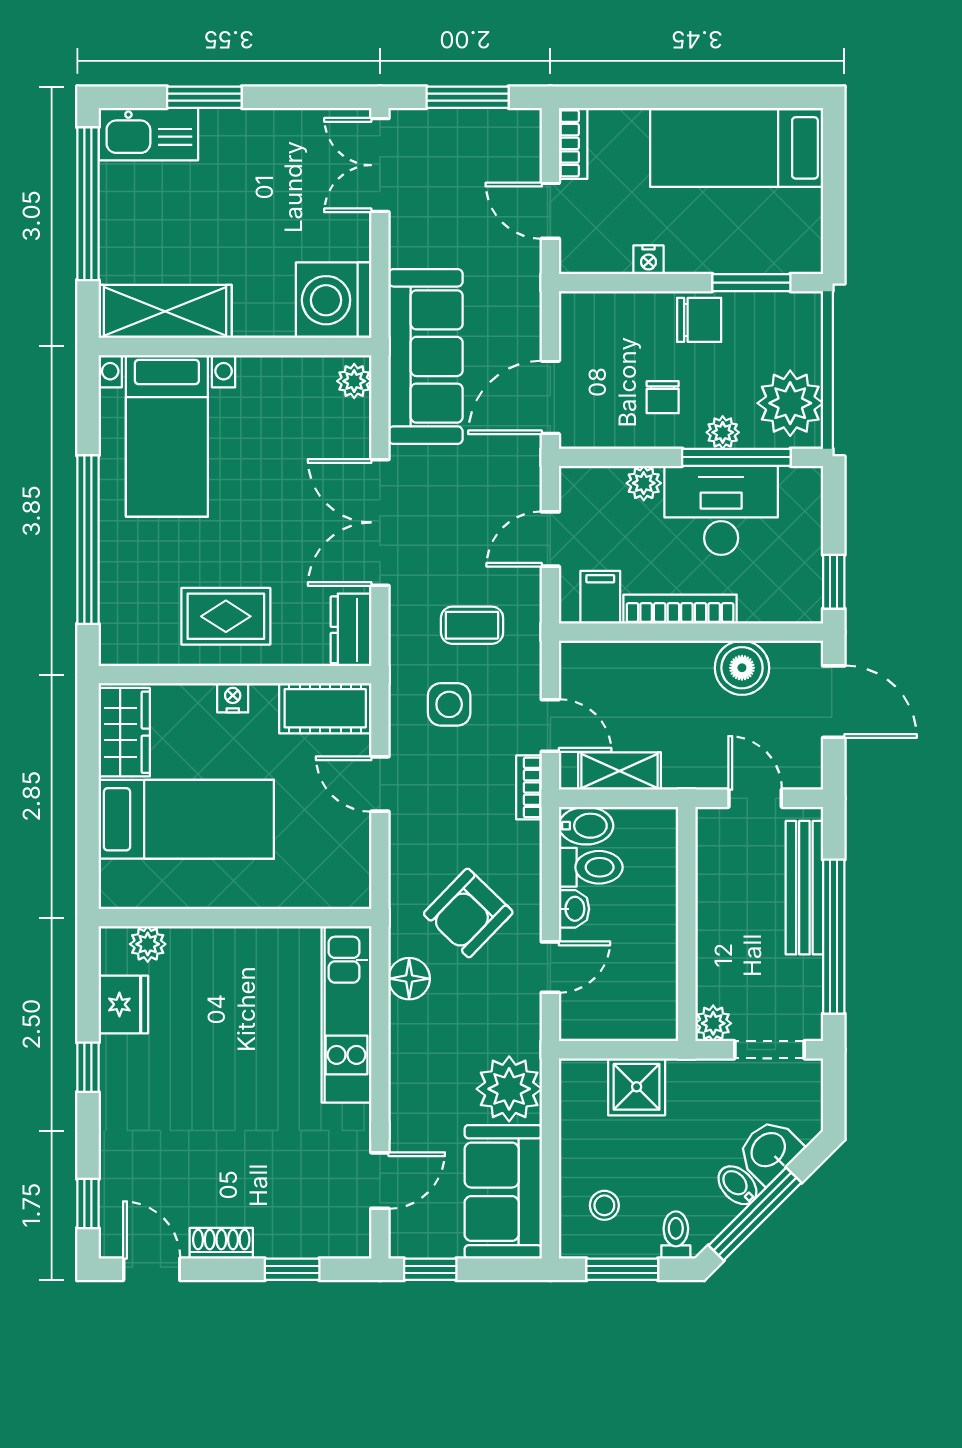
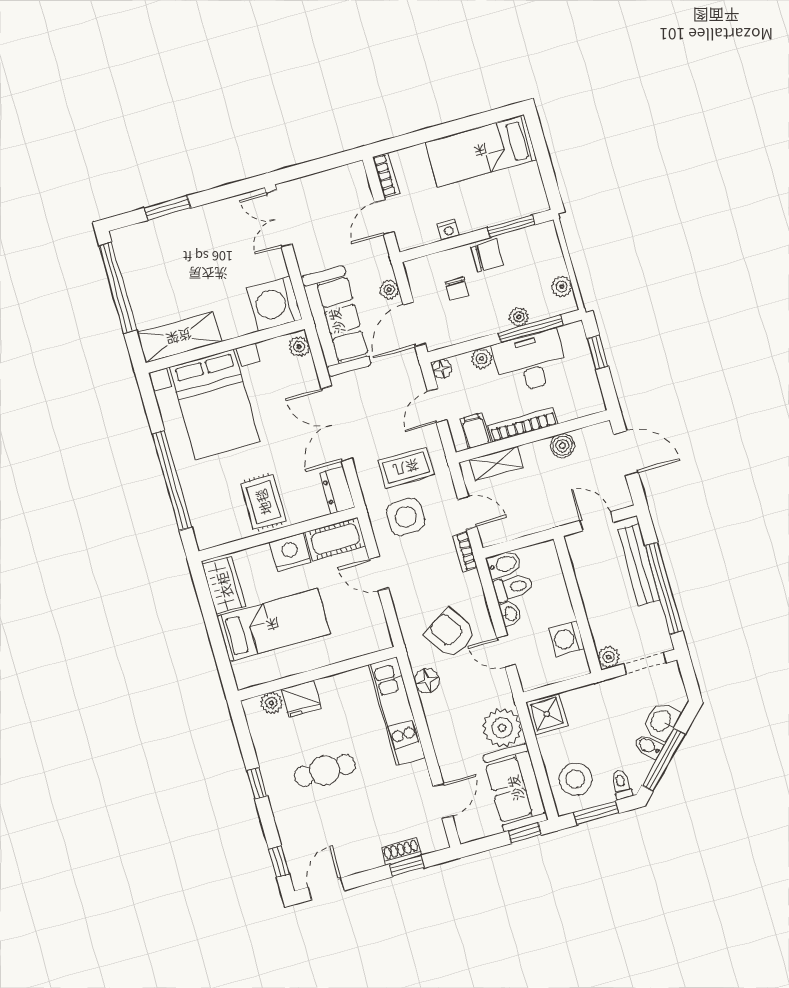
window: (468, 97) -> (318, 166), removed
kitchen sink: (148, 134) -> (141, 238), removed
door: (550, 211) -> (384, 217), hinge flipped
plant: (526, 330) -> (389, 290), added
chair: (663, 397) -> (457, 289), moved
plant: (790, 403) -> (562, 287), width x0.53, depth x0.53
bed with nightstands: (167, 436) -> (215, 404), width x1.36
floor lamp: (575, 482) -> (442, 369), added
window: (834, 582) -> (598, 352), moved
rug: (226, 616) -> (263, 502), turned 90
coffee table: (472, 625) -> (406, 468), width x1.36, depth x1.30
boiler: (742, 668) -> (562, 446), width x0.73, depth x0.73
nightstand: (233, 698) -> (290, 552), width x1.89, depth x1.79
side table: (449, 704) -> (406, 517), width x1.37, depth x1.37
shelving: (620, 771) -> (496, 463), moved
armchair: (468, 913) -> (450, 633), turned 104
door: (550, 967) -> (506, 651), swing flipped
washing machine: (653, 974) -> (567, 639), added
fridge: (123, 1004) -> (301, 699), moved, turned 90
cafe table: (203, 1077) -> (325, 770), added
shower: (637, 1087) -> (547, 714), moved
stool: (604, 1205) -> (576, 779), width x1.89, depth x1.89
shoe rack: (221, 1243) -> (401, 852), moved
door: (152, 1269) -> (326, 889), hinge flipped
window: (430, 1269) -> (525, 833), moved

